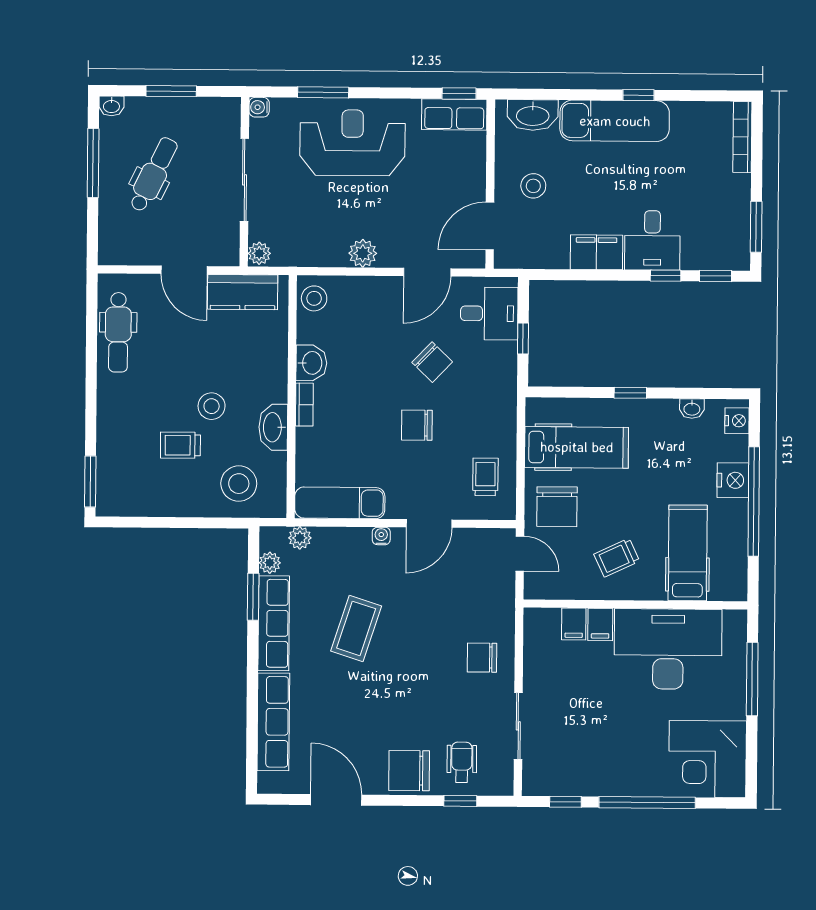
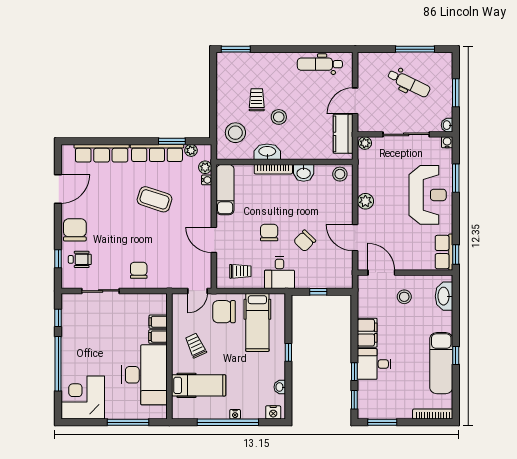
washbasin: (111, 106) -> (447, 125), moved
exam couch: (615, 121) -> (441, 363), moved
desk: (489, 313) -> (279, 273), moved
bookcase: (304, 405) -> (273, 169), width x1.56
nightstand: (733, 480) -> (235, 414), width x0.53, depth x0.56
water cooler: (381, 536) -> (207, 180), moved

